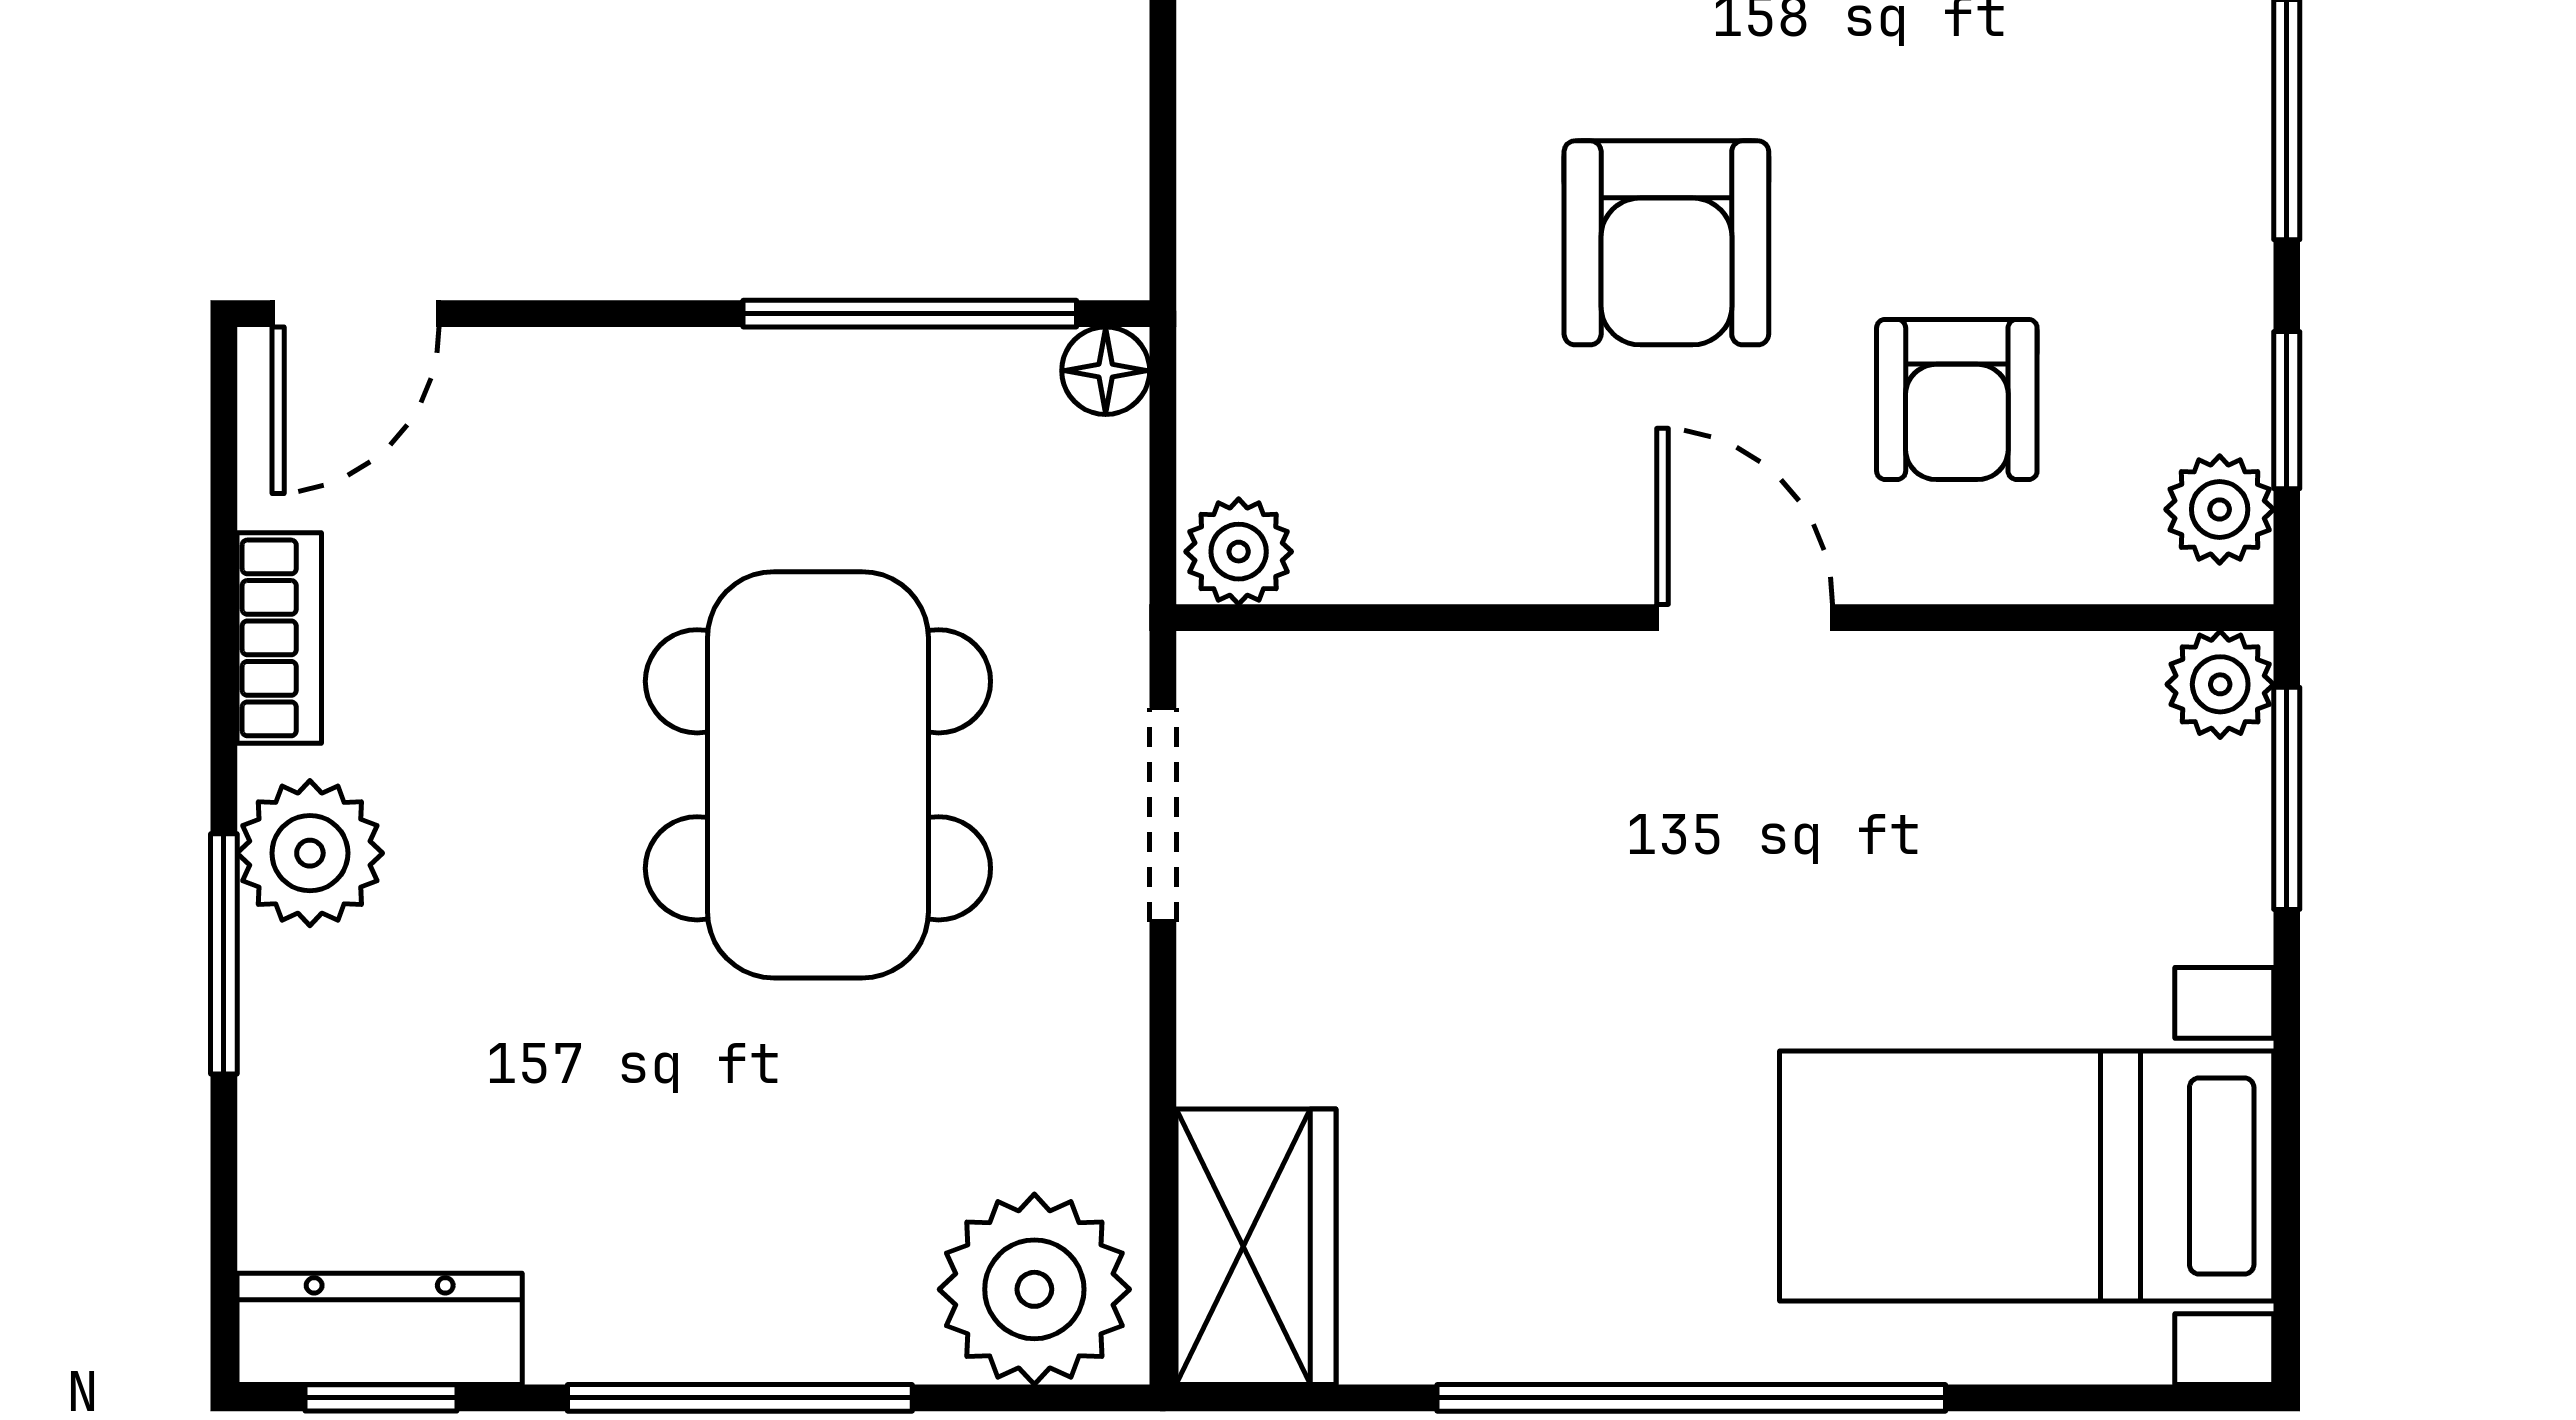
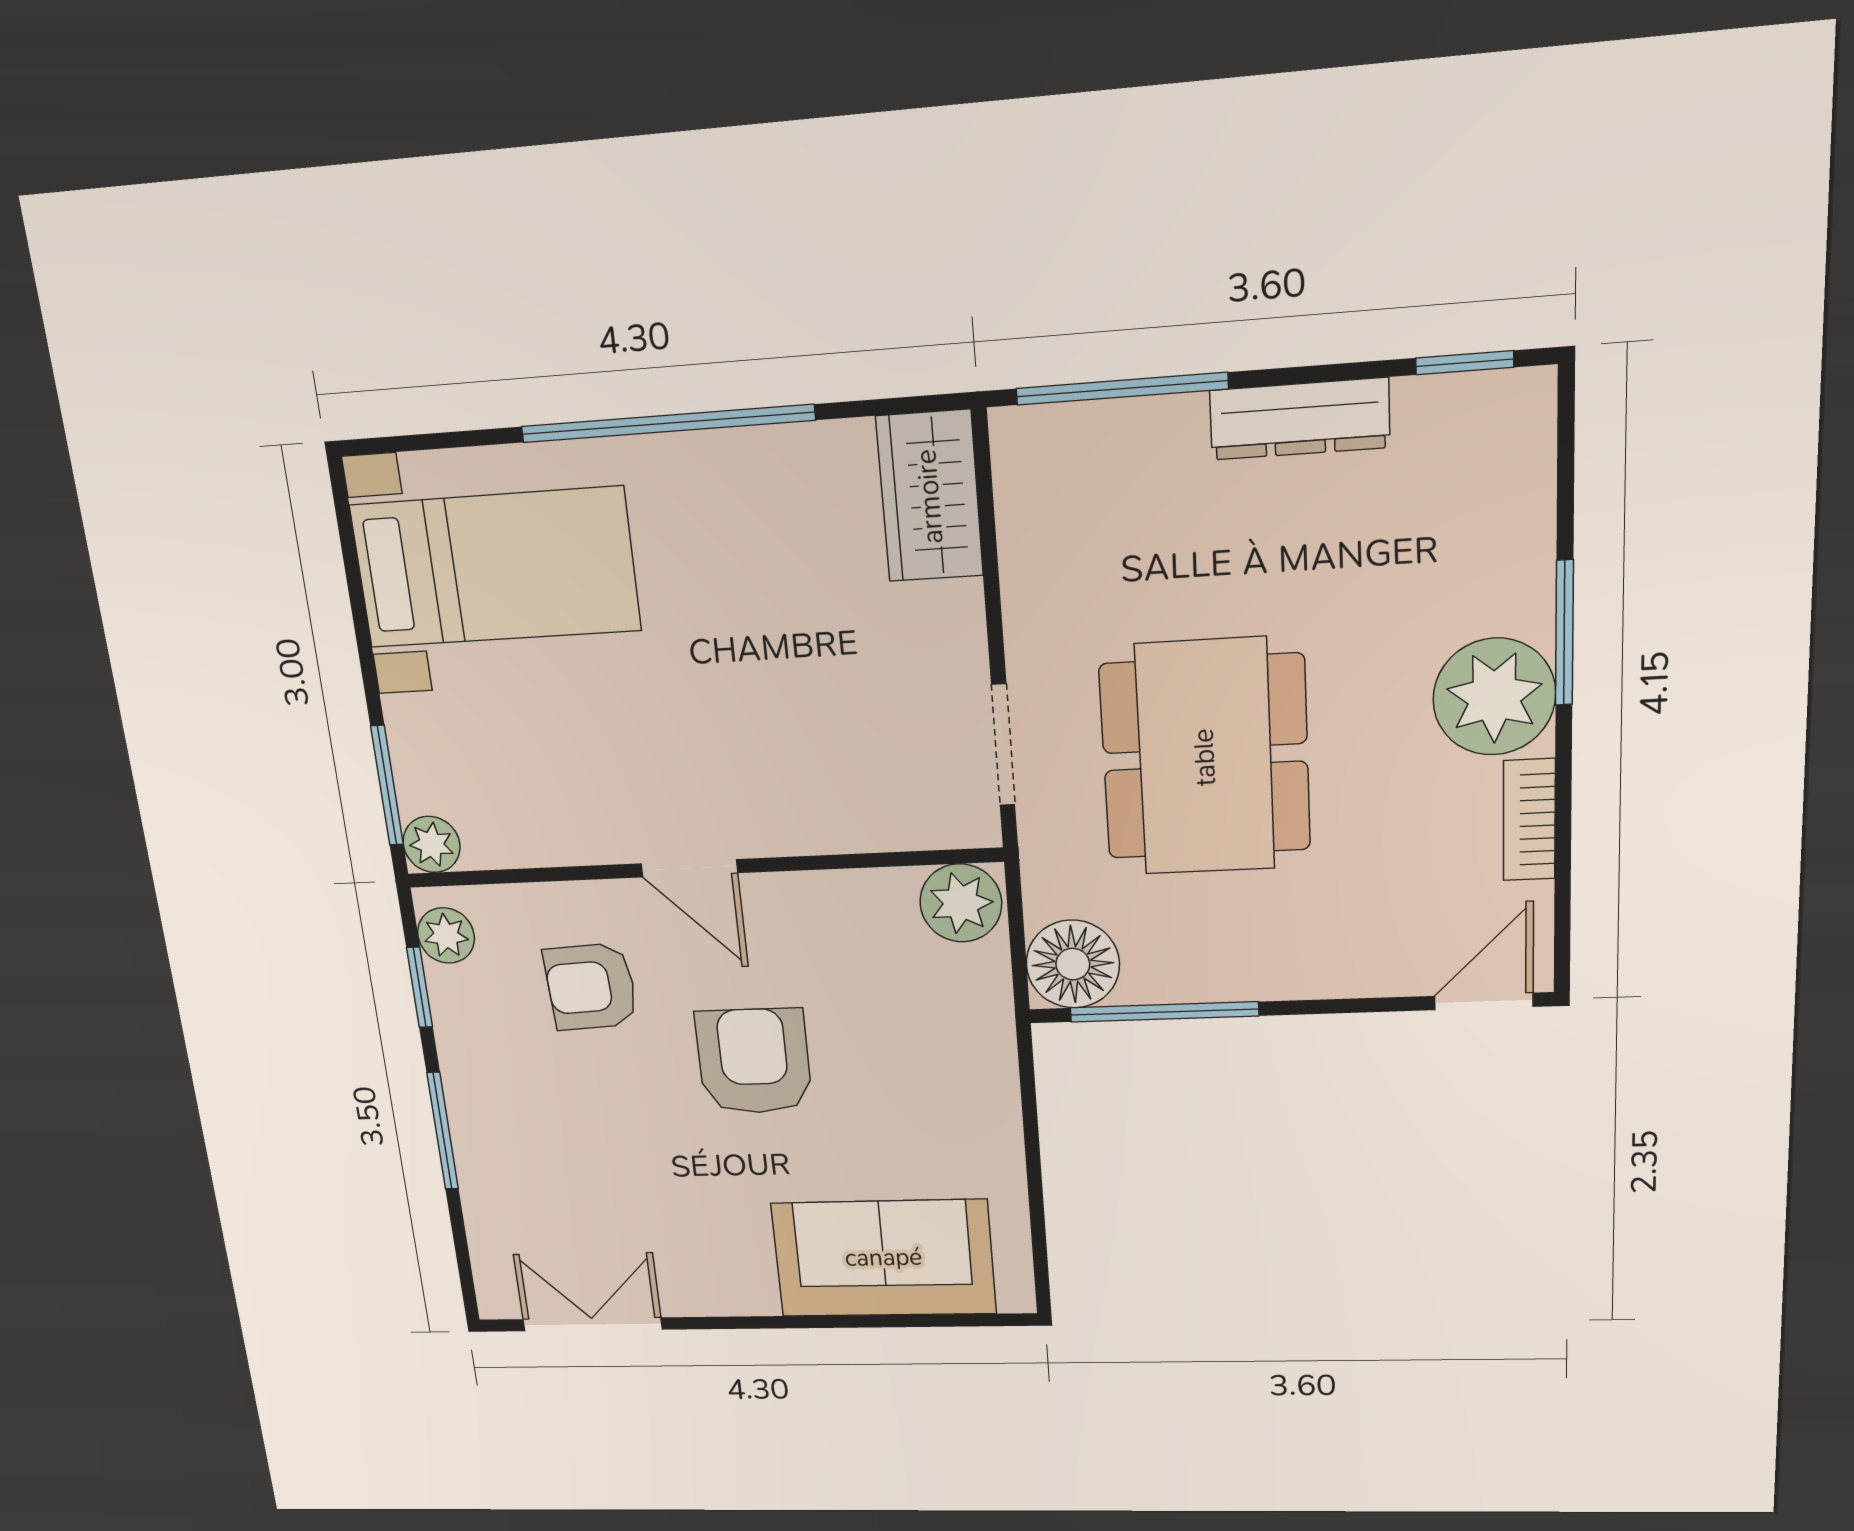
floor lamp: (1106, 371) -> (1073, 964), width x1.89, depth x1.89
armchair: (1957, 399) -> (591, 987), turned -93
plant: (1239, 552) -> (961, 903), width x1.38, depth x1.38
plant: (310, 853) -> (1494, 697), width x1.36, depth x1.36
plant: (1034, 1289) -> (1060, 461), removed
dresser: (380, 1329) -> (1300, 419), moved
window: (740, 1398) -> (1122, 389), moved

